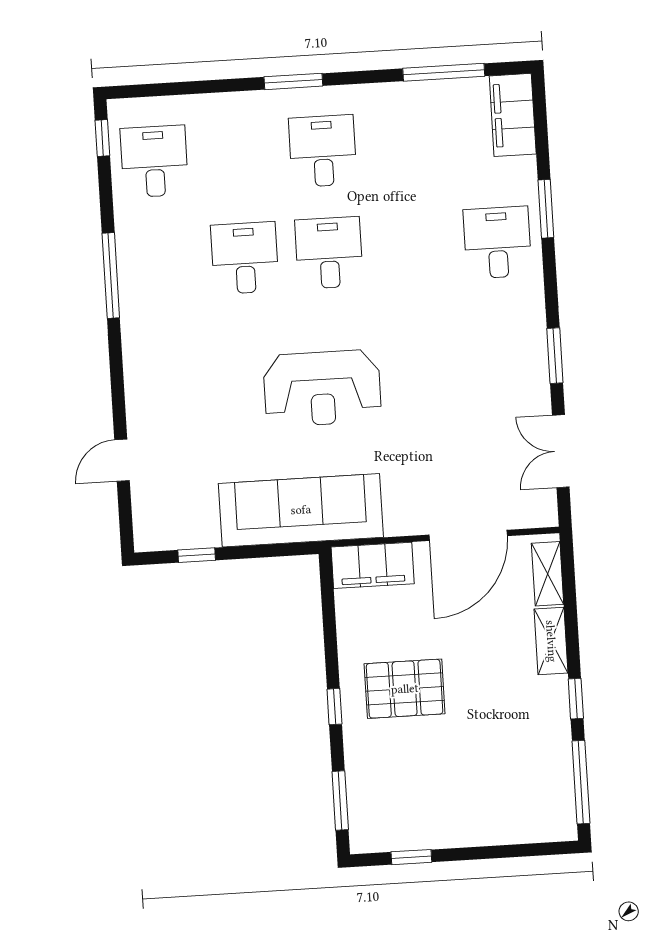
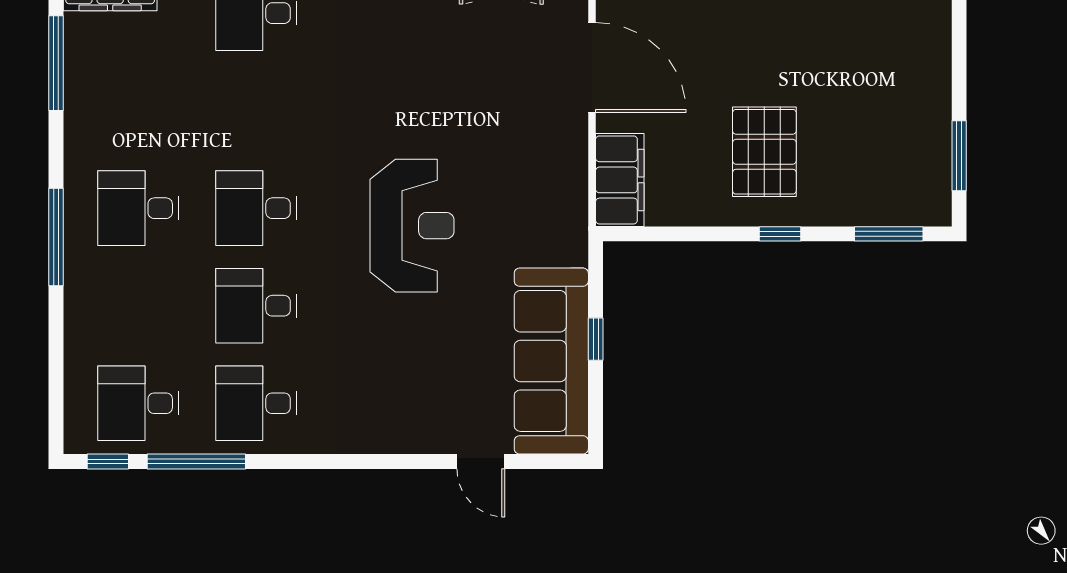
window: (293, 81) -> (56, 237), width x1.44
desk: (161, 263) -> (256, 403), added
window: (111, 276) -> (196, 462), moved
sofa: (301, 510) -> (551, 361), moved
window: (197, 555) -> (596, 339), moved
window: (411, 857) -> (959, 156), width x1.50

